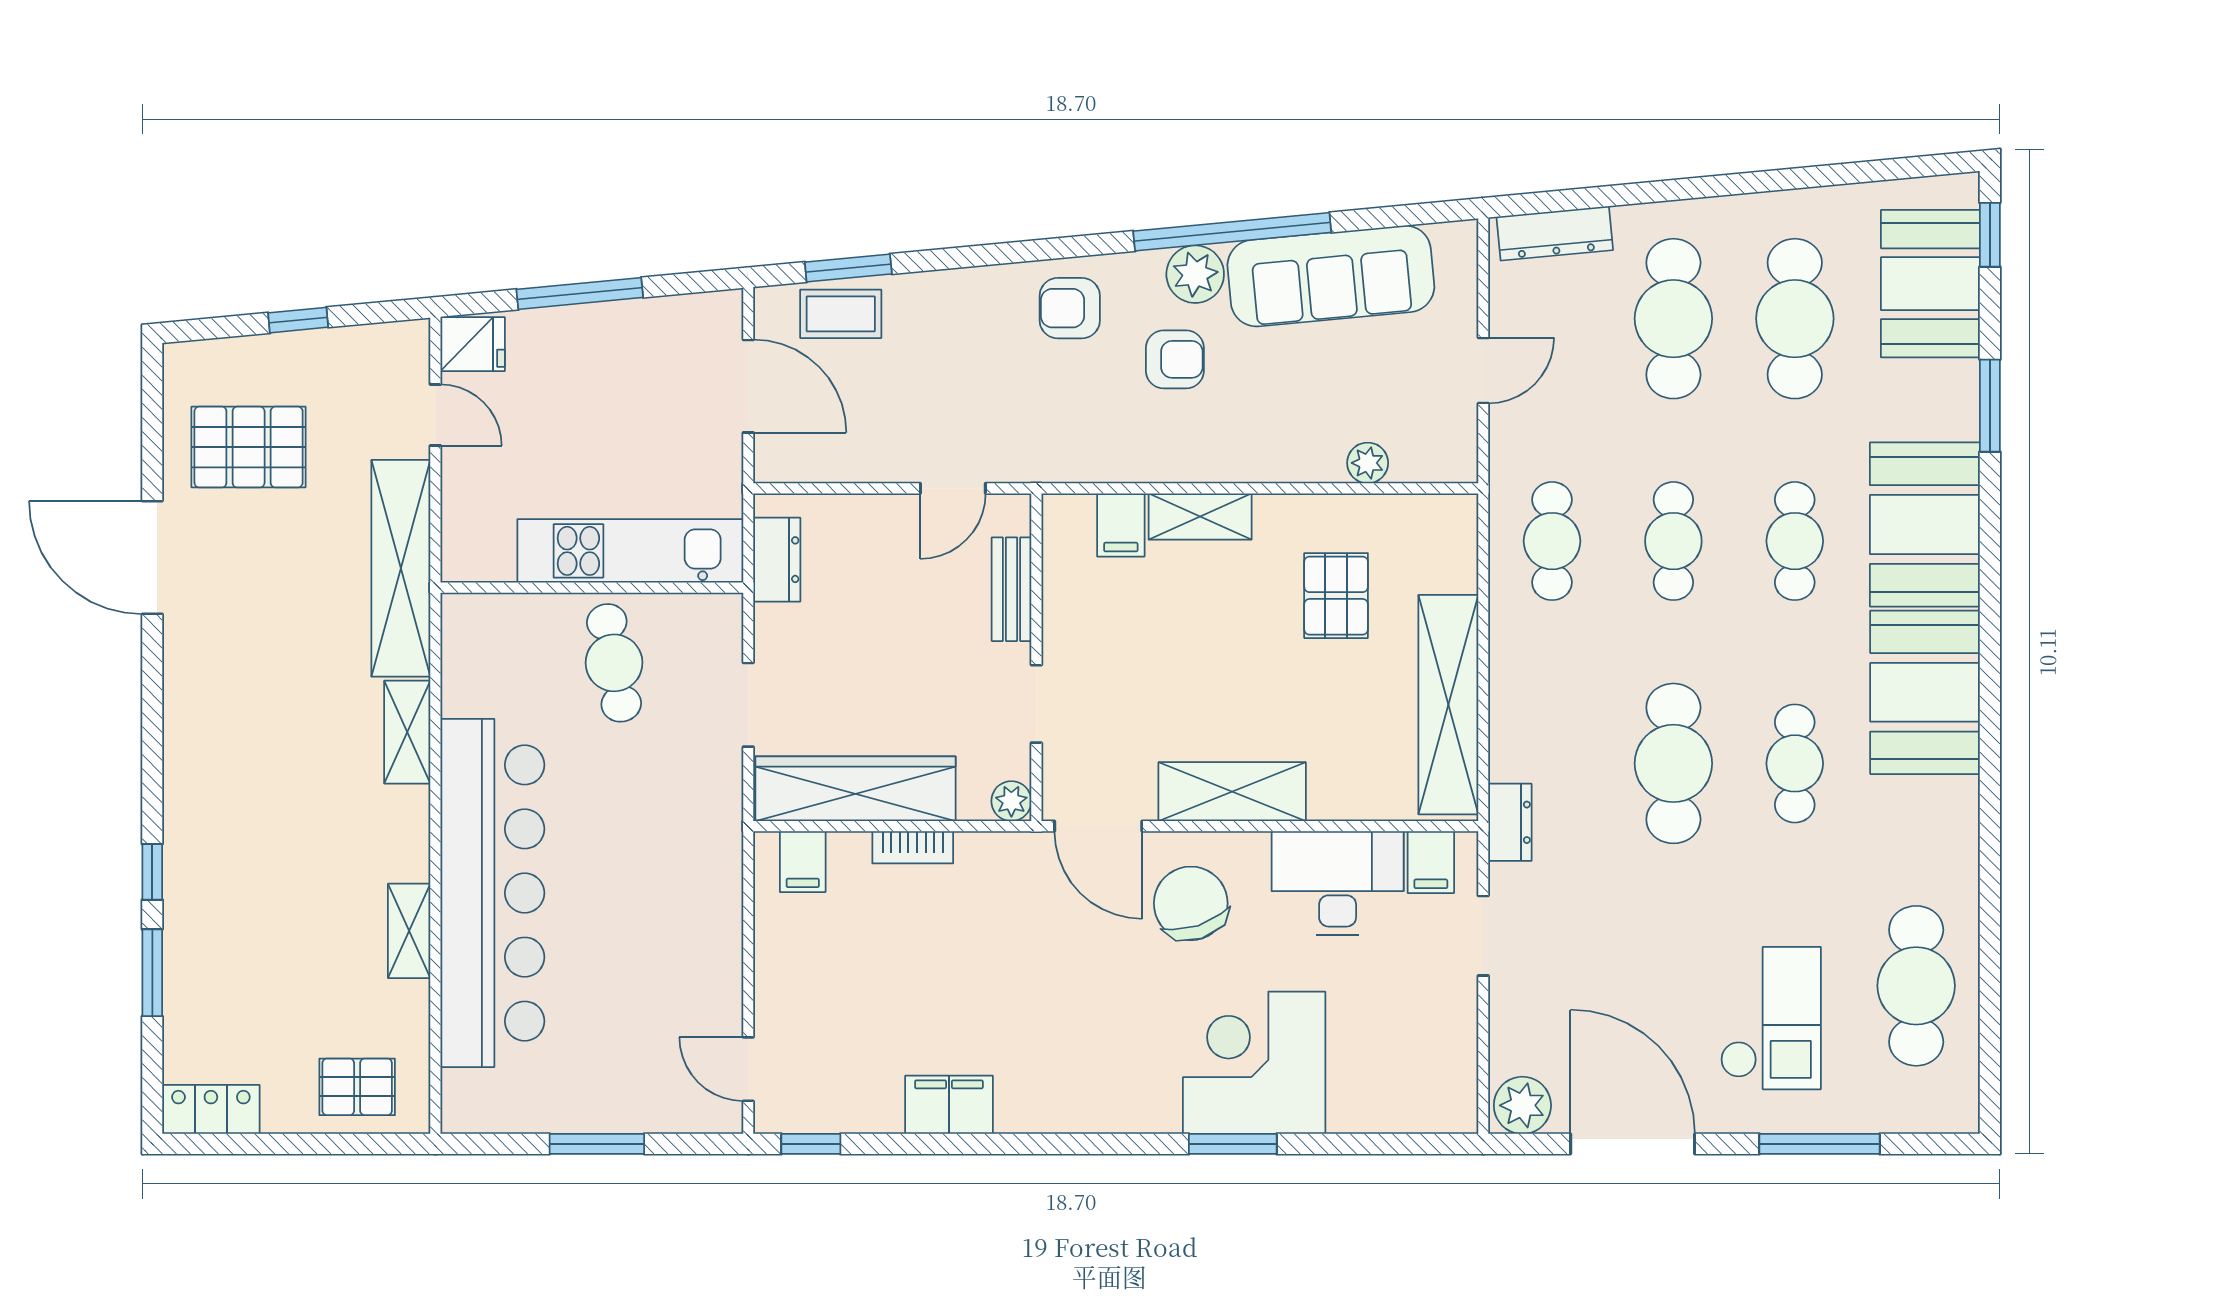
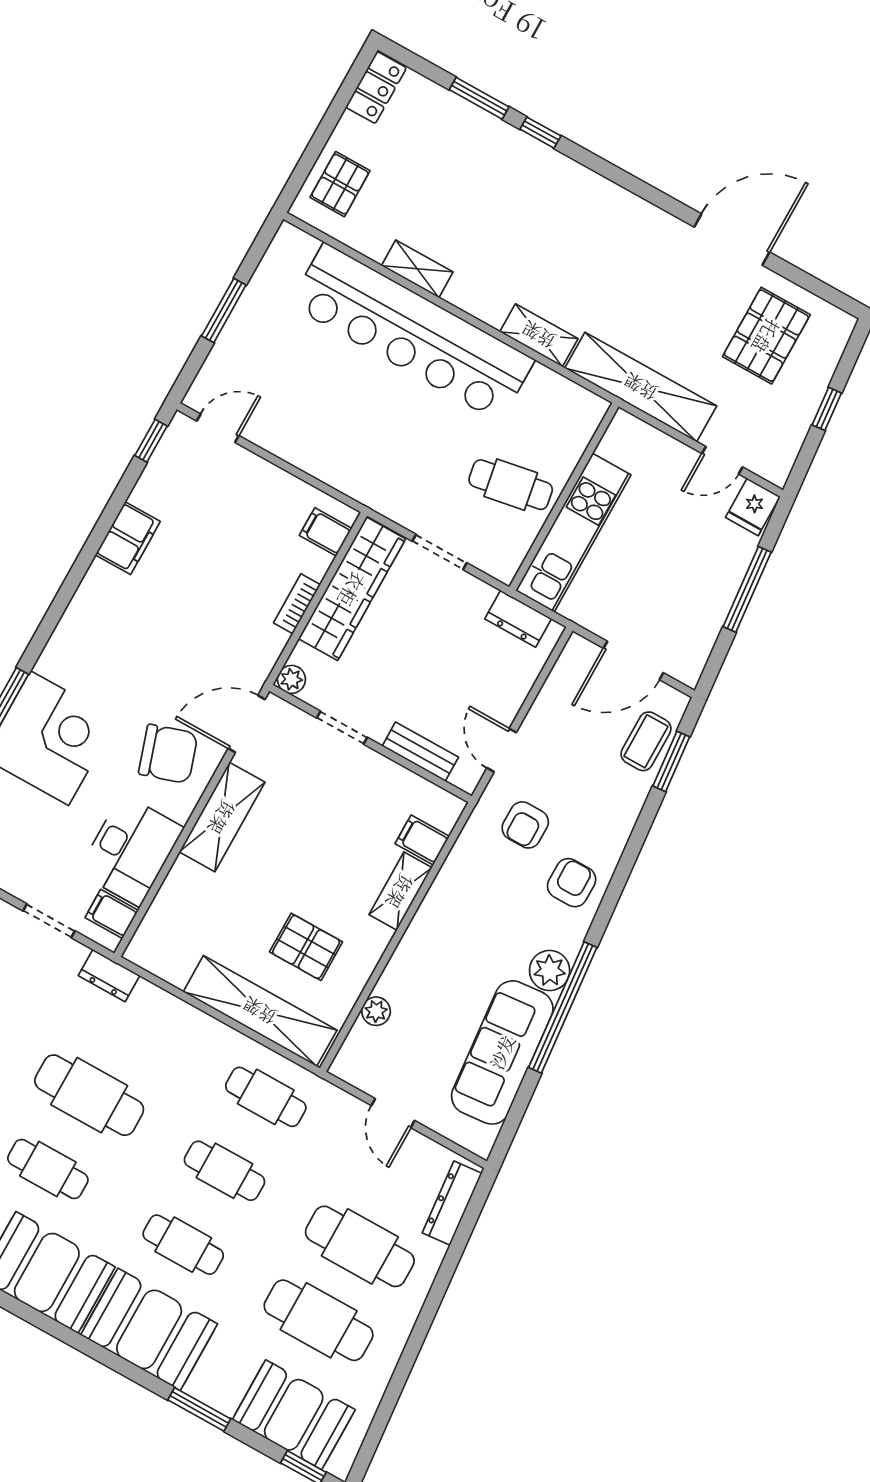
armchair: (1175, 359) -> (525, 825), moved
shelving: (1448, 705) -> (260, 1011), moved

